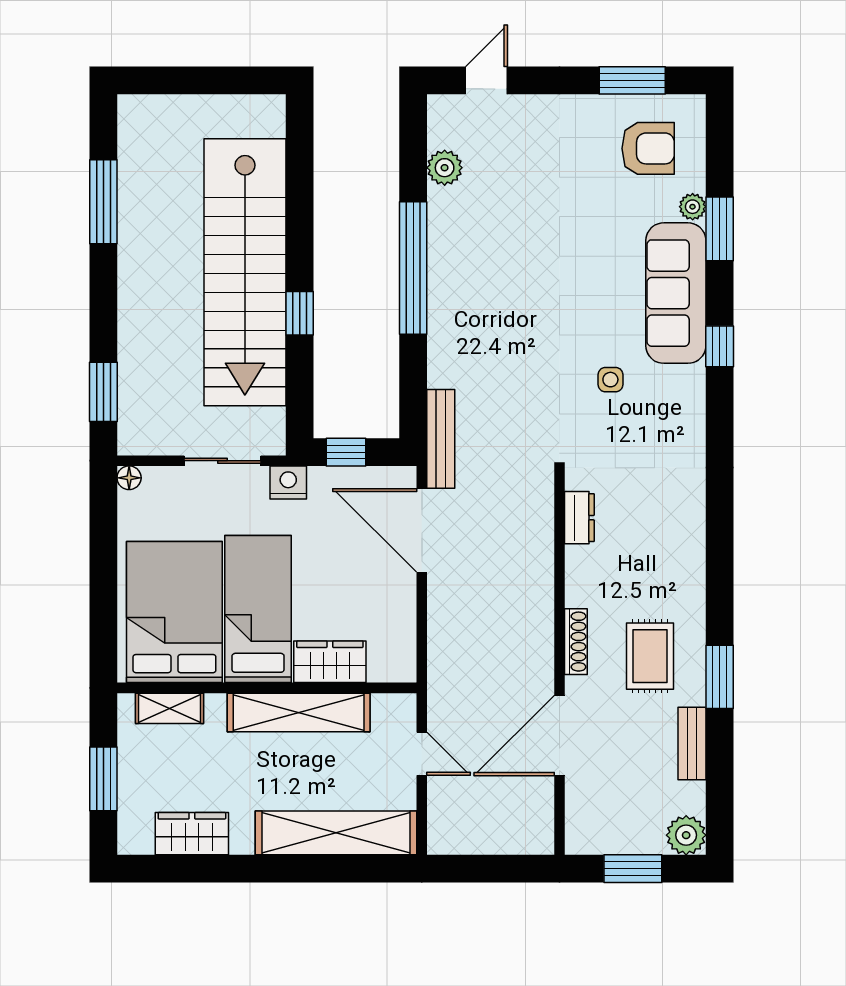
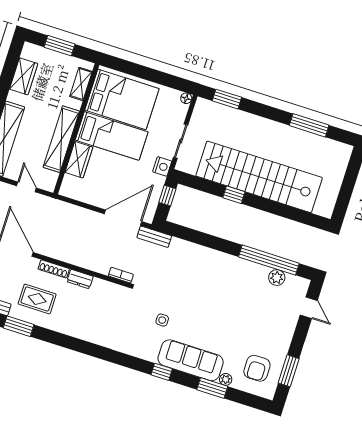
window: (413, 268) -> (269, 260), moved
bench: (441, 439) -> (154, 237), width x0.73
bookcase: (544, 496) -> (121, 275), added
dresser: (579, 518) -> (80, 279), moved
door: (422, 754) -> (26, 187), swing flipped

